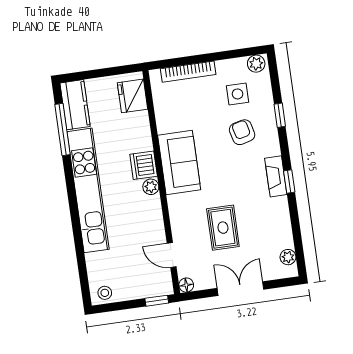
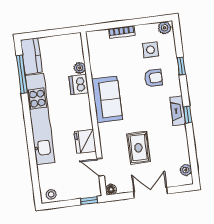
bookcase: (188, 72) -> (122, 32), width x0.64
fridge: (133, 96) -> (85, 141), moved
armchair: (242, 132) -> (153, 78), turned 104
dishwasher: (144, 165) -> (79, 84), moved
plant: (151, 187) -> (80, 68), moved

